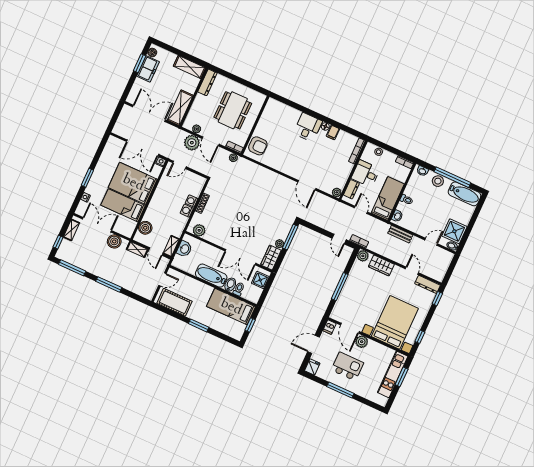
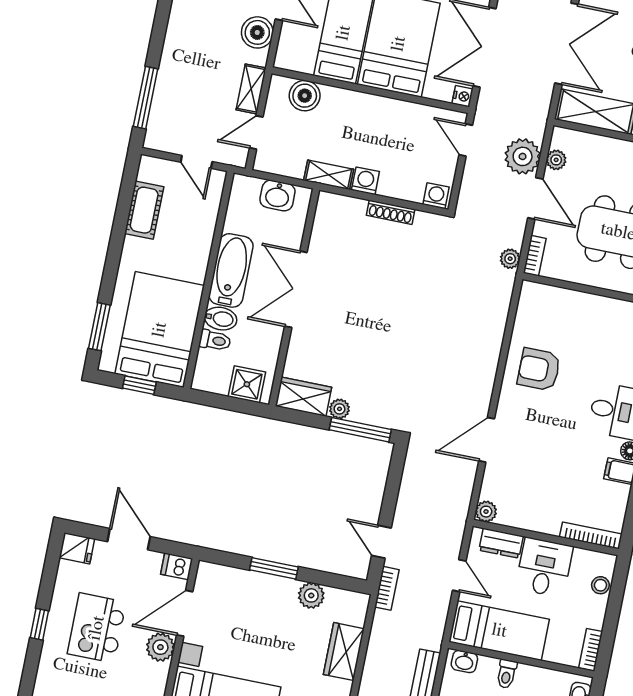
door: (211, 141) -> (535, 198), swing flipped
armchair: (258, 146) -> (539, 369), moved, turned 90
washing machine: (192, 201) -> (436, 196), moved
door: (361, 210) -> (459, 576), hinge flipped
plant: (199, 230) -> (327, 219), removed
door: (339, 239) -> (381, 542), hinge flipped
shelving: (171, 246) -> (329, 175), moved
plant: (363, 256) -> (311, 595), moved
double door: (240, 257) -> (296, 289), moved
window: (109, 284) -> (146, 98), moved
window: (340, 287) -> (274, 568), width x0.69
cot: (174, 302) -> (144, 210), width x0.73, depth x0.75
bed: (231, 307) -> (160, 330), width x1.50
window: (199, 325) -> (99, 327), moved
kitchen island: (347, 366) -> (97, 628), turned 180
window: (340, 390) -> (39, 624), width x0.46

